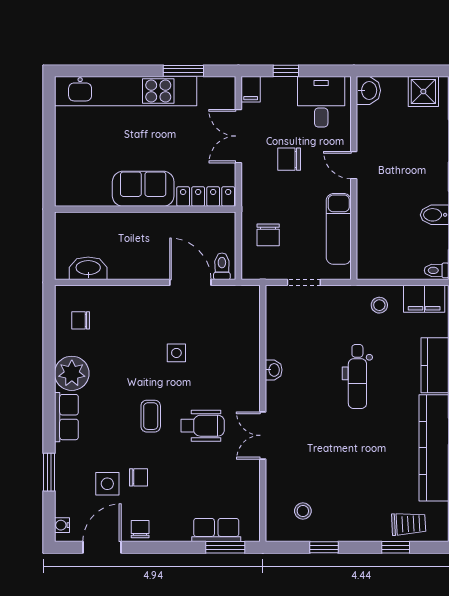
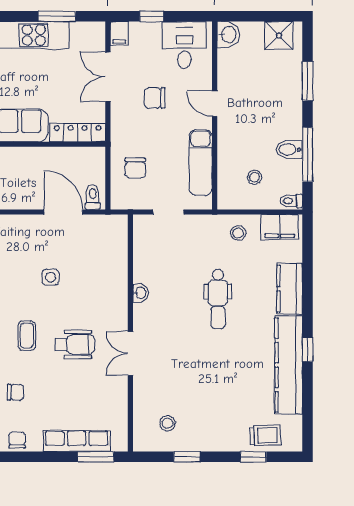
stool: (397, 245) -> (254, 177), added
row of seats: (216, 530) -> (77, 441), width x1.48

